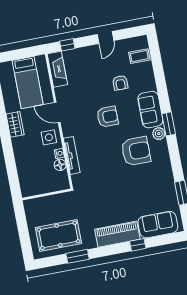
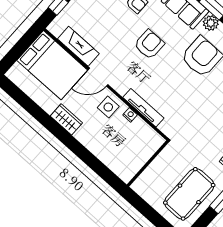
fireplace: (57, 69) -> (78, 46), moved
bed: (28, 83) -> (52, 65), width x1.50
floor lamp: (60, 165) -> (139, 125), removed

